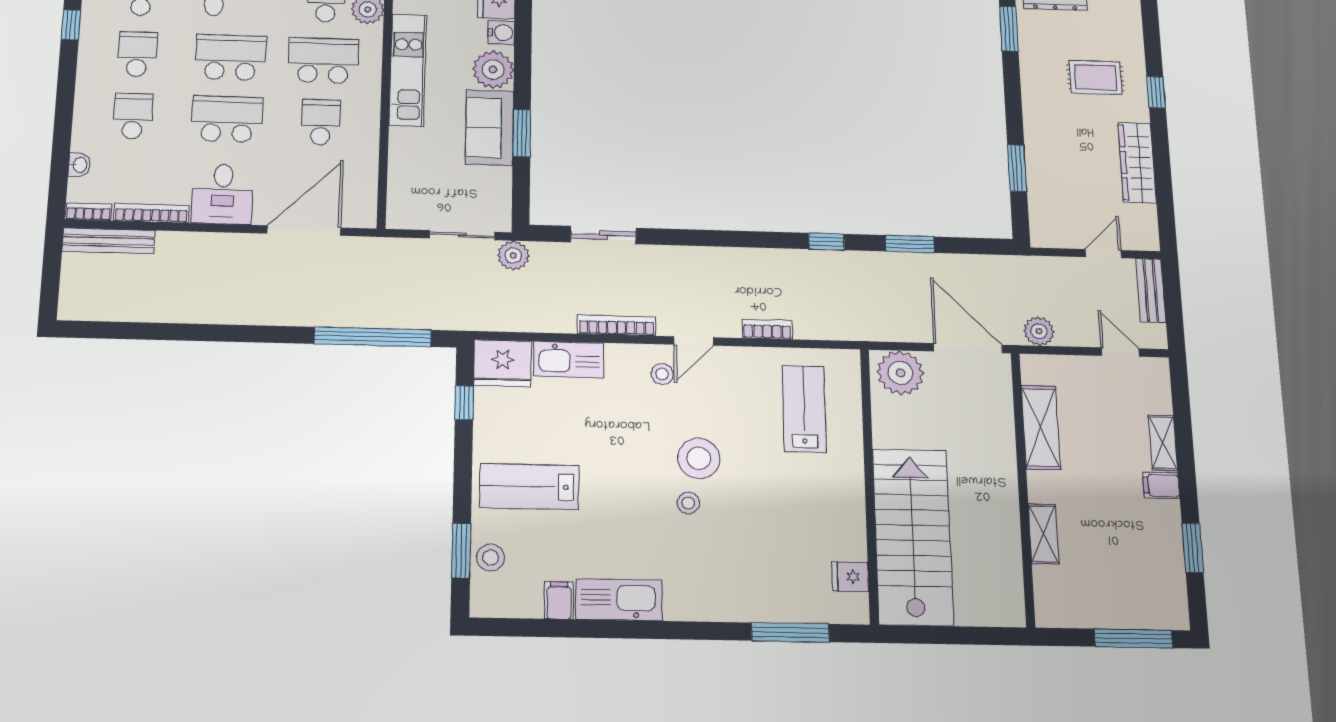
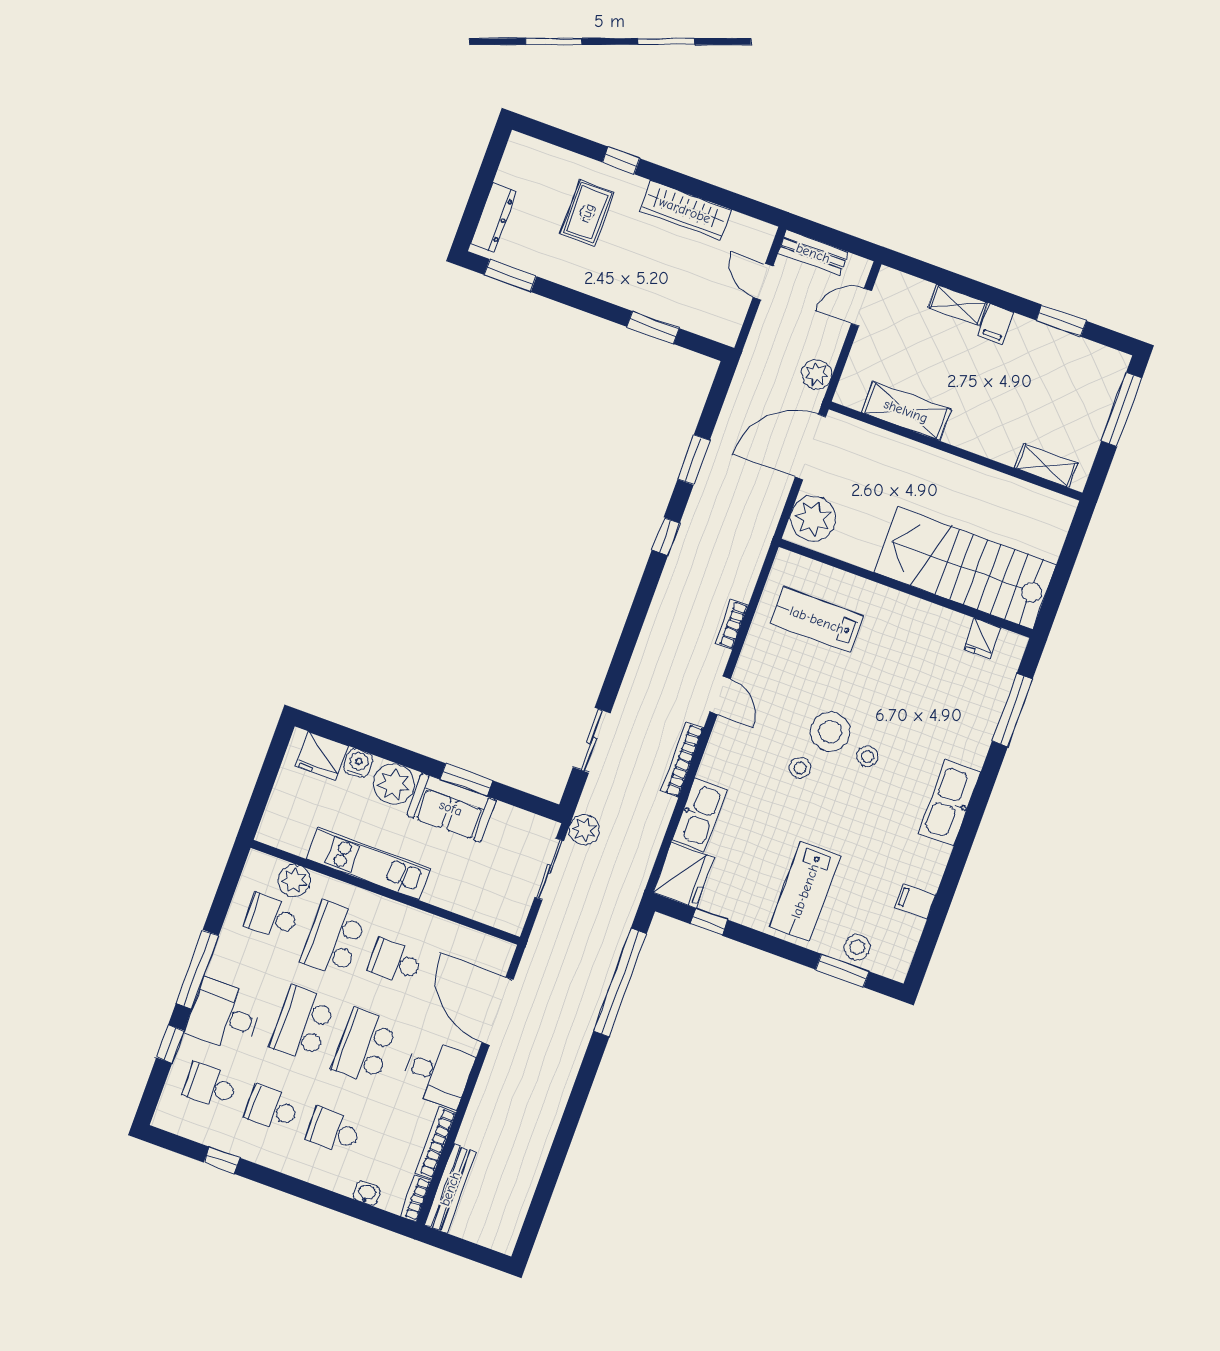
stool: (662, 374) -> (800, 768), moved
shelving: (1044, 534) -> (1046, 466), moved
kitchen sink: (619, 600) -> (949, 803), moved

